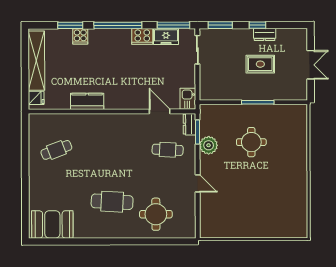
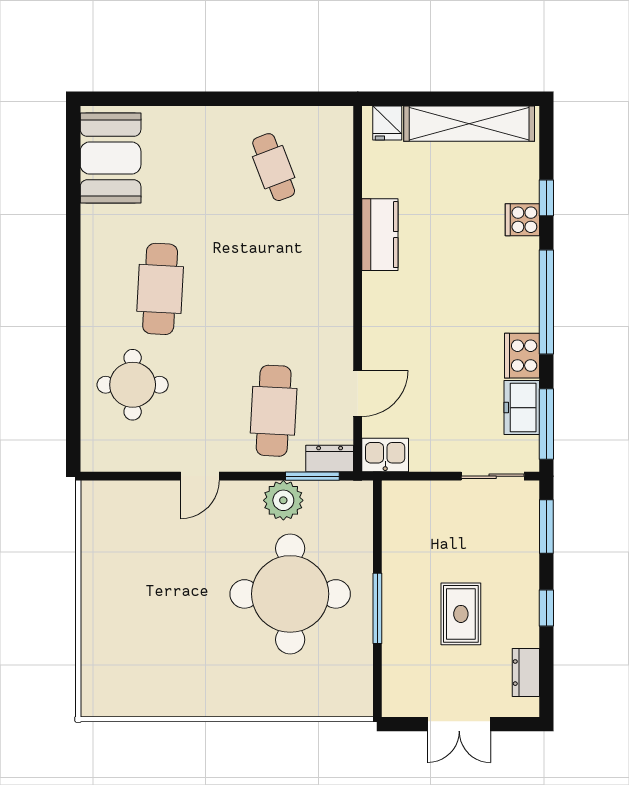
window: (70, 25) -> (546, 198), width x0.67
dresser: (265, 34) -> (526, 673), moved
round table: (251, 142) -> (290, 594), width x1.86, depth x1.86
cafe table: (168, 150) -> (274, 411), width x1.37, depth x1.35

